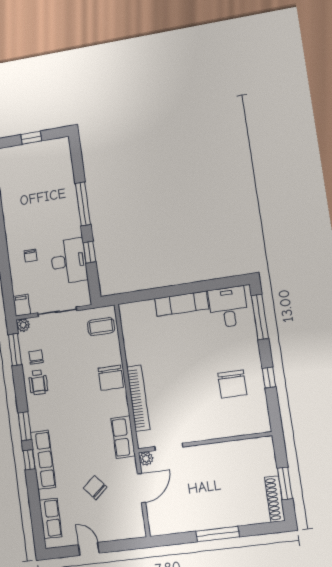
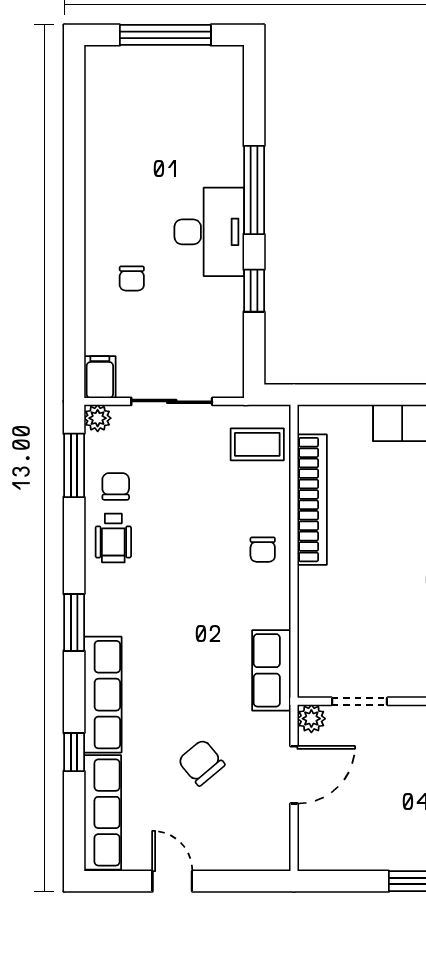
window: (31, 138) -> (165, 35), width x2.17
desk: (69, 261) -> (209, 232), moved
chair: (111, 378) -> (263, 550), width x0.54, depth x0.54
bookcase: (138, 398) -> (312, 500), moved
window: (29, 460) -> (74, 752), moved
row of seats: (50, 518) -> (103, 812), width x1.48

